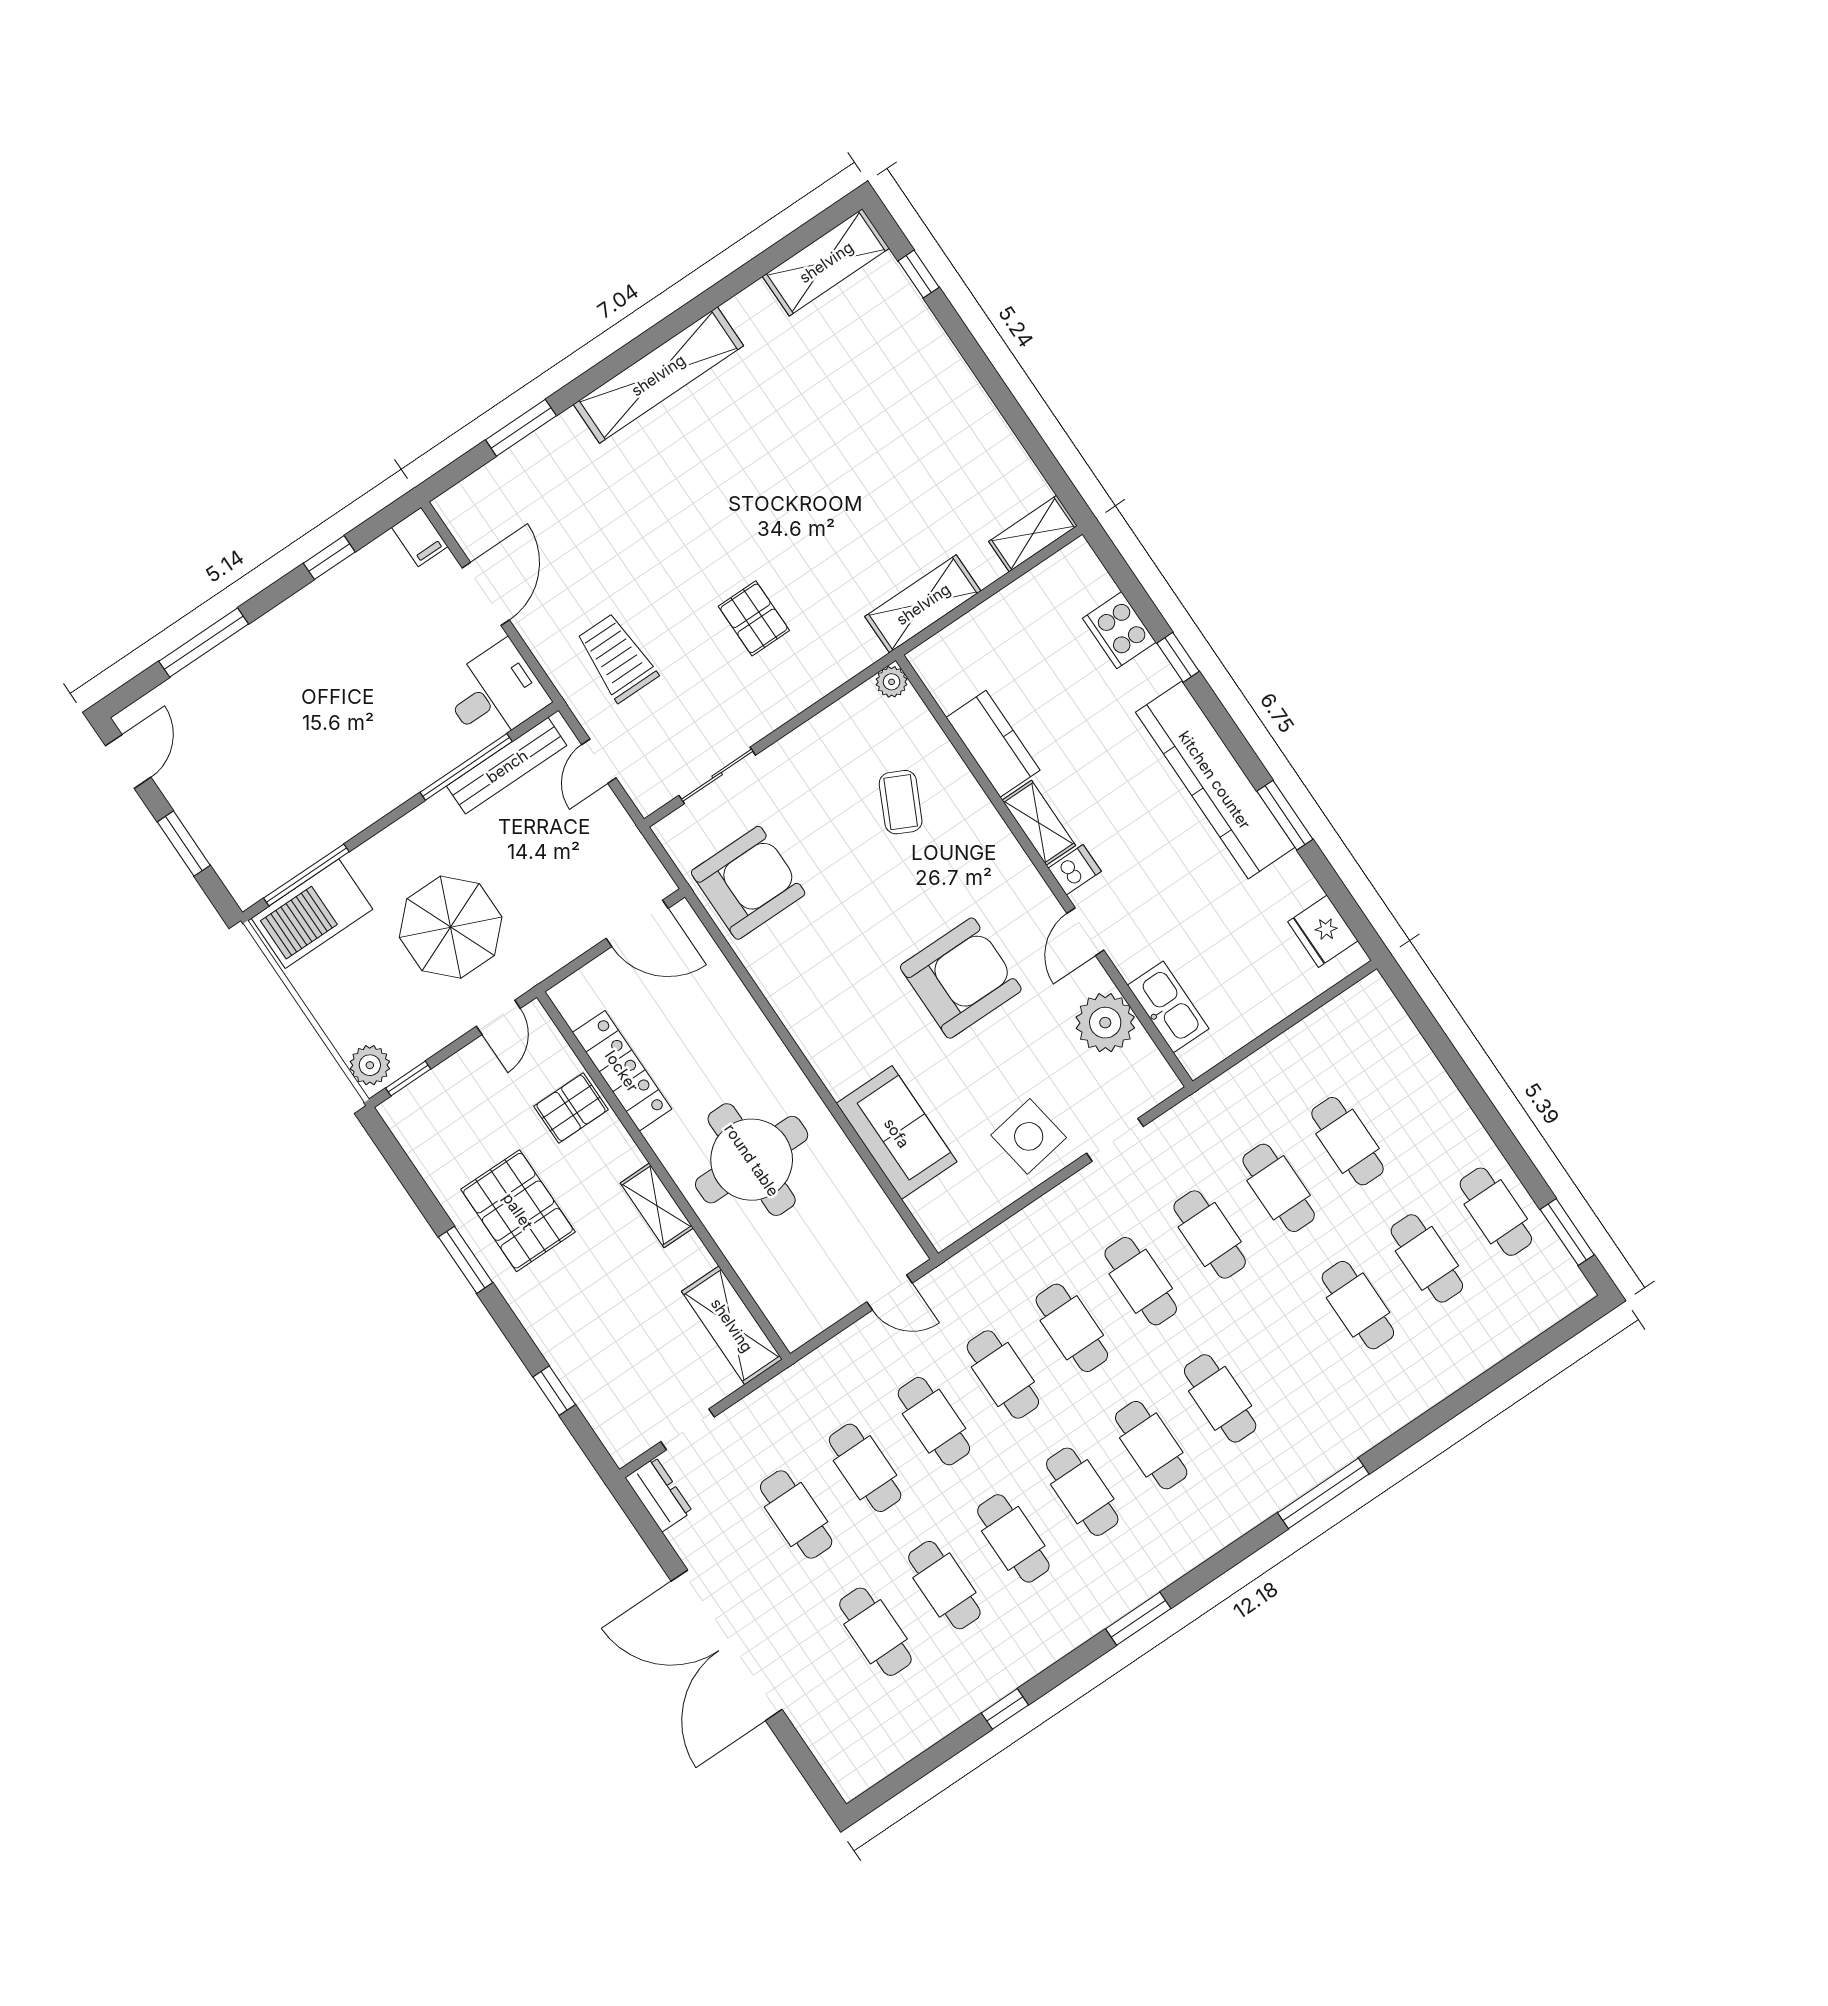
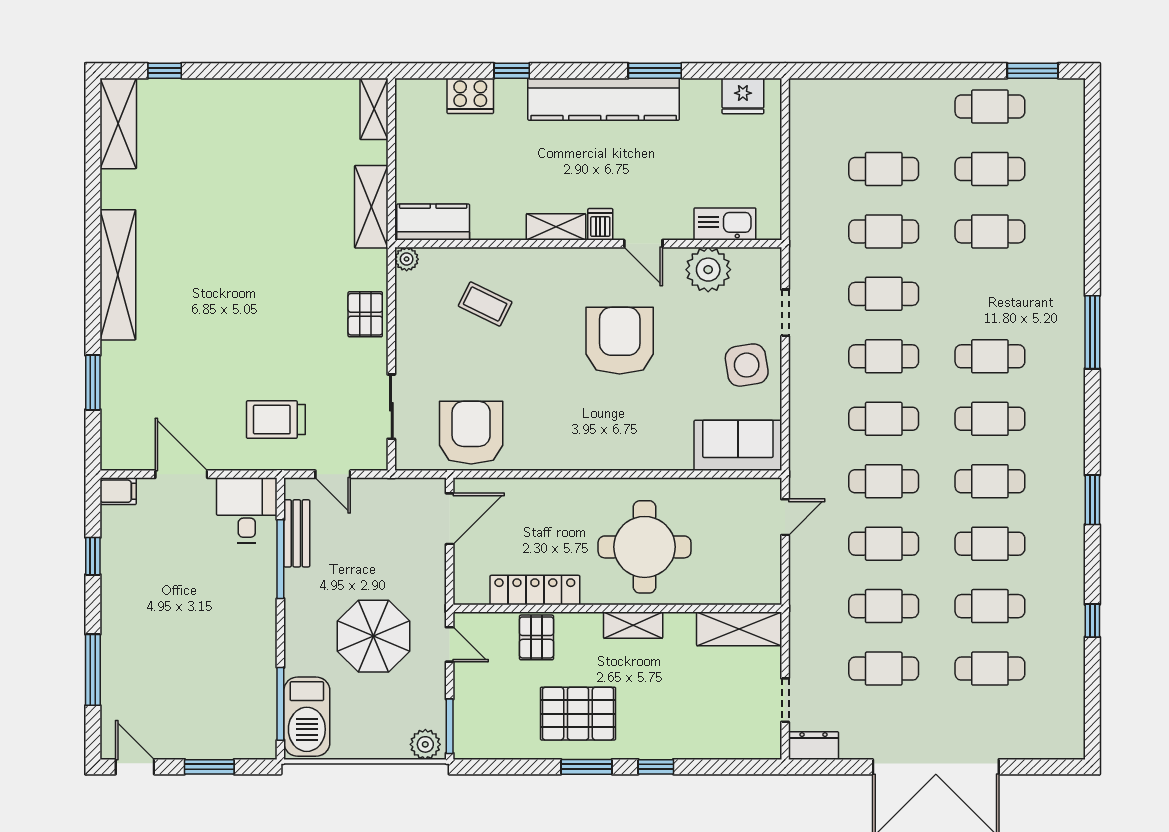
pallet: (754, 618) -> (365, 314), moved, turned 90
kitchen counter: (993, 744) -> (433, 222), moved
bench: (507, 766) -> (297, 533), width x0.73
window: (408, 1078) -> (450, 726), width x1.50
sofa: (897, 1133) -> (738, 445), moved
window: (554, 1391) -> (656, 767), moved

